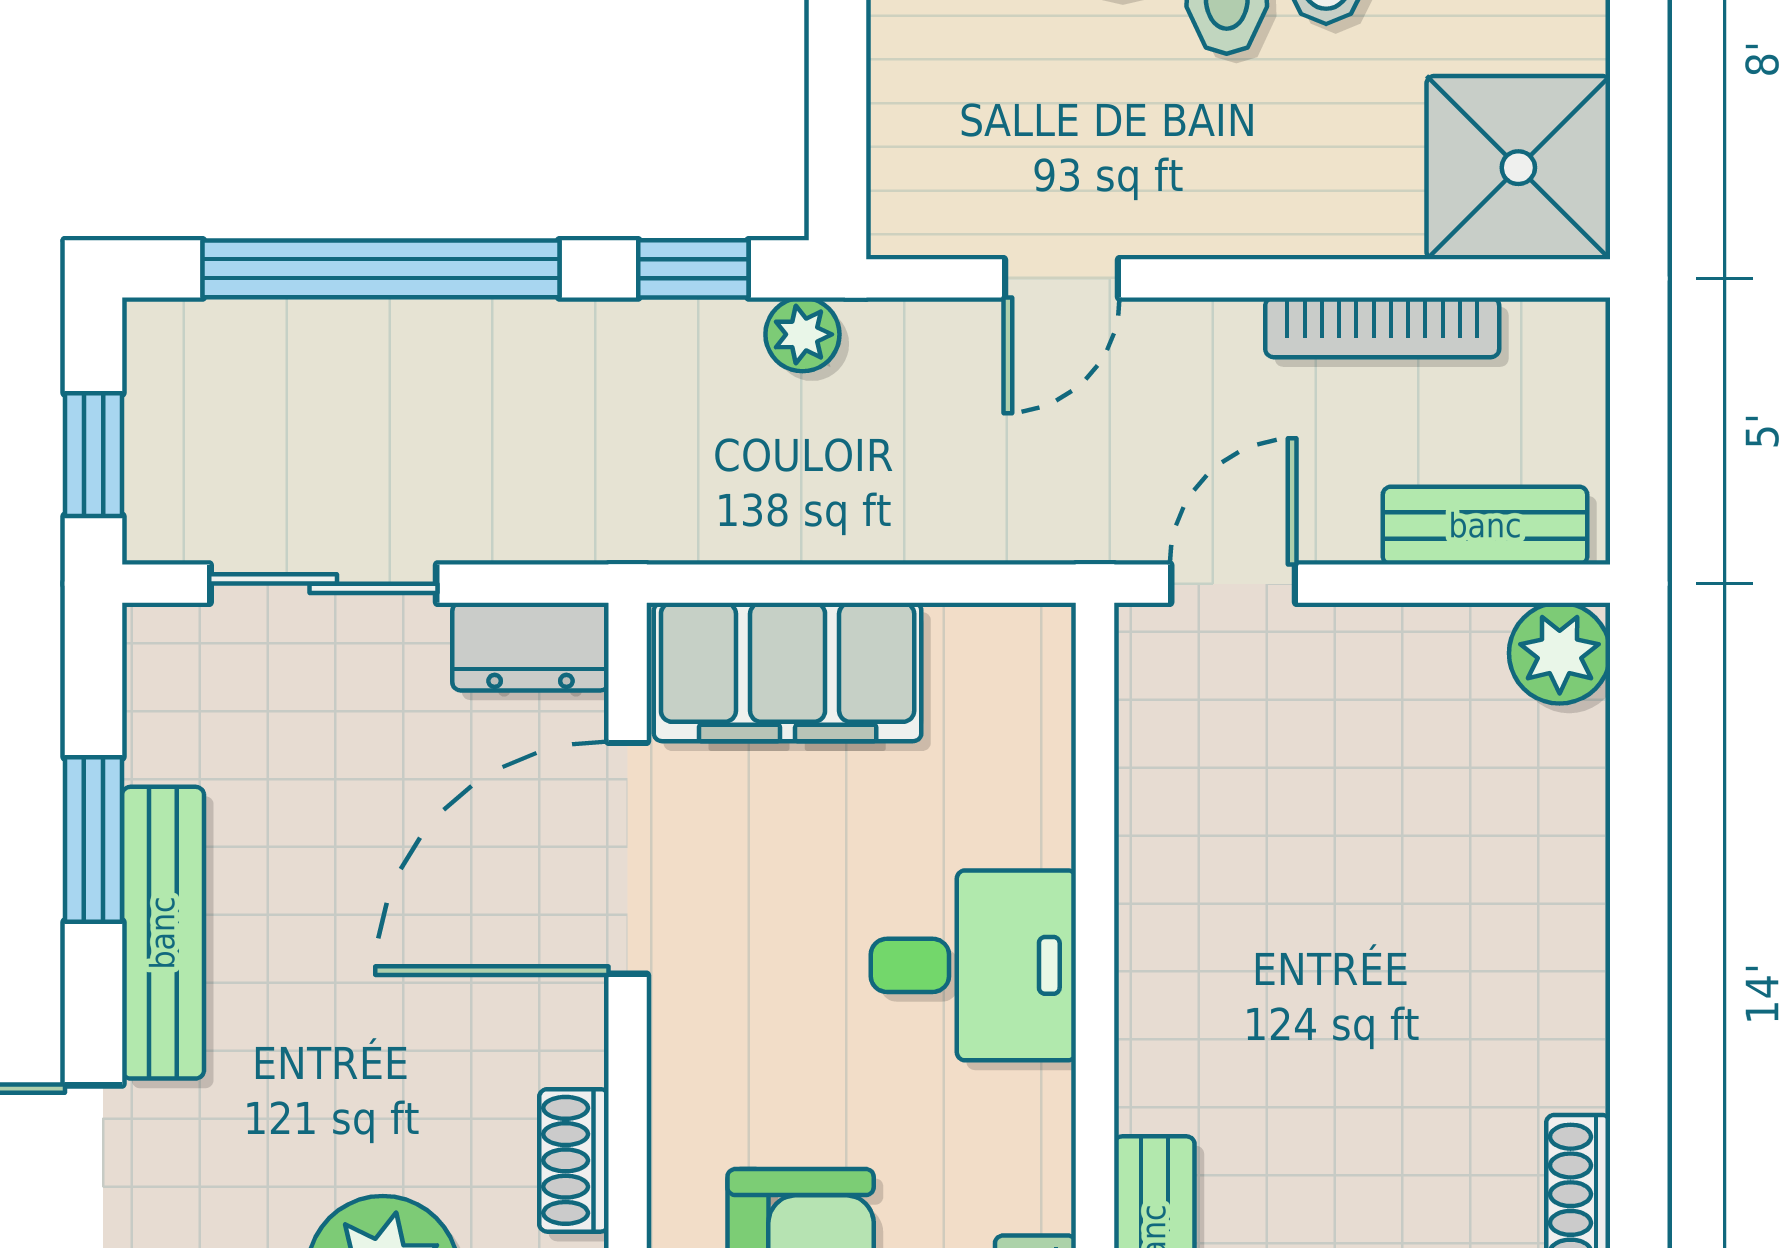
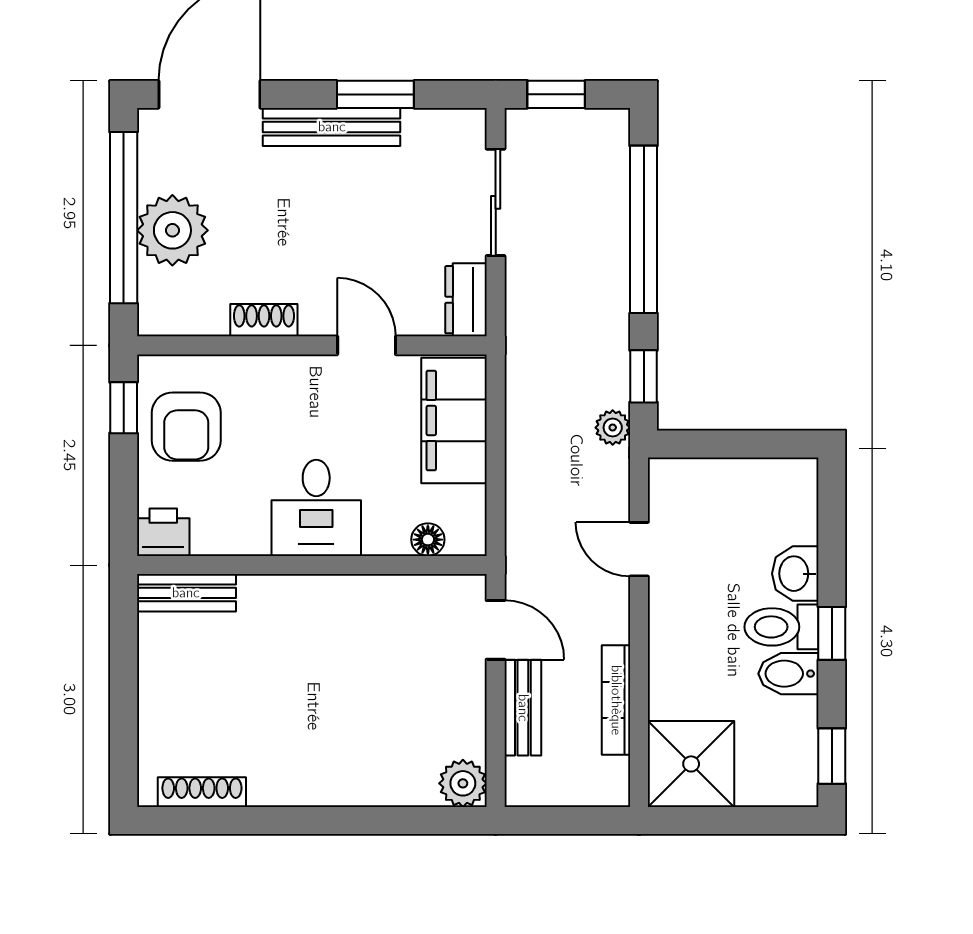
bench: (1485, 526) -> (523, 708), moved
floor lamp: (1041, 728) -> (428, 540), added
door: (628, 858) -> (367, 345), width x0.53
shoe rack: (574, 1160) -> (264, 320), moved

